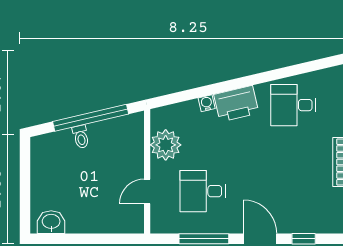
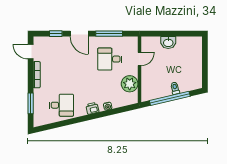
printer: (236, 104) -> (92, 108), width x0.53, depth x0.68
desk: (203, 191) -> (110, 59), turned 180
washbasin: (51, 222) -> (168, 43), moved

